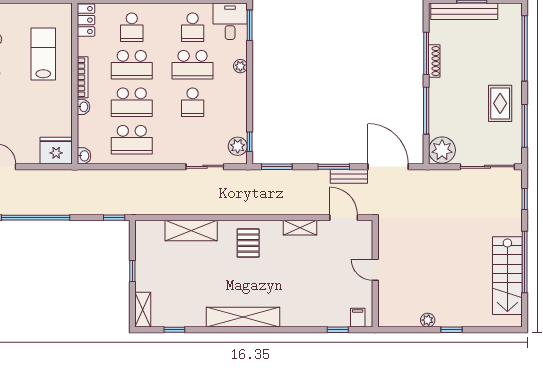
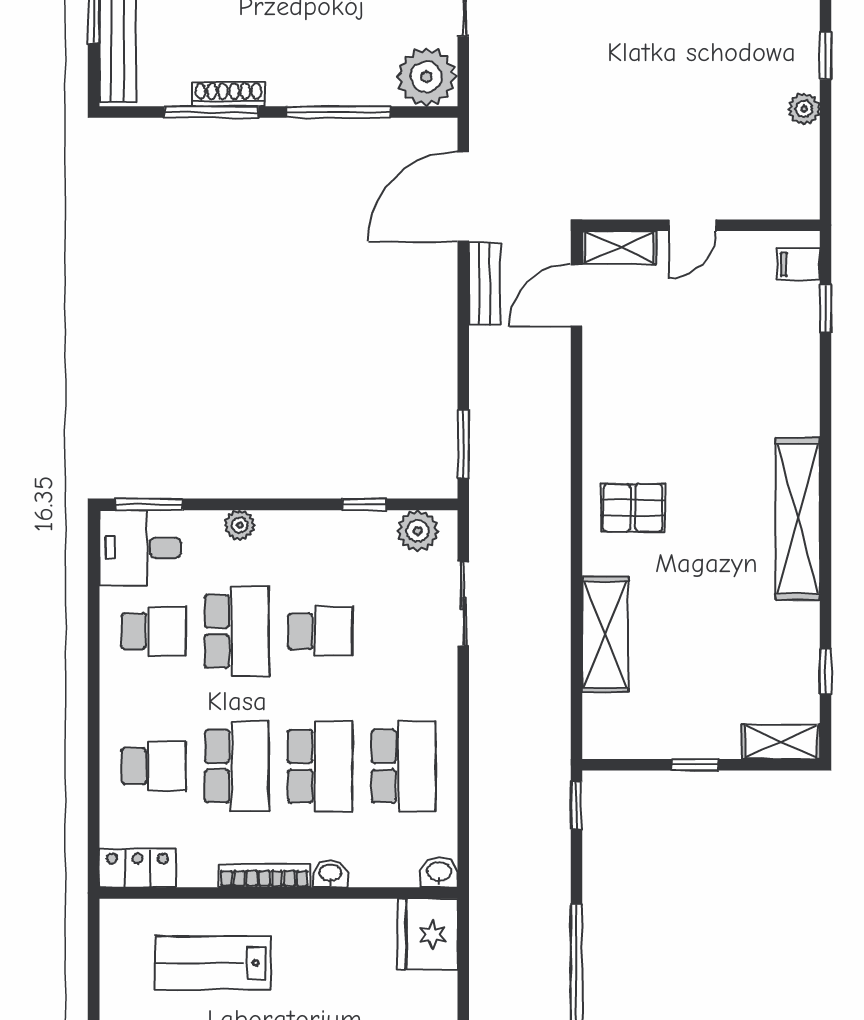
window: (250, 142) -> (364, 504), moved
window: (334, 167) -> (463, 318), removed
shelving: (300, 228) -> (619, 248), moved, turned 90

